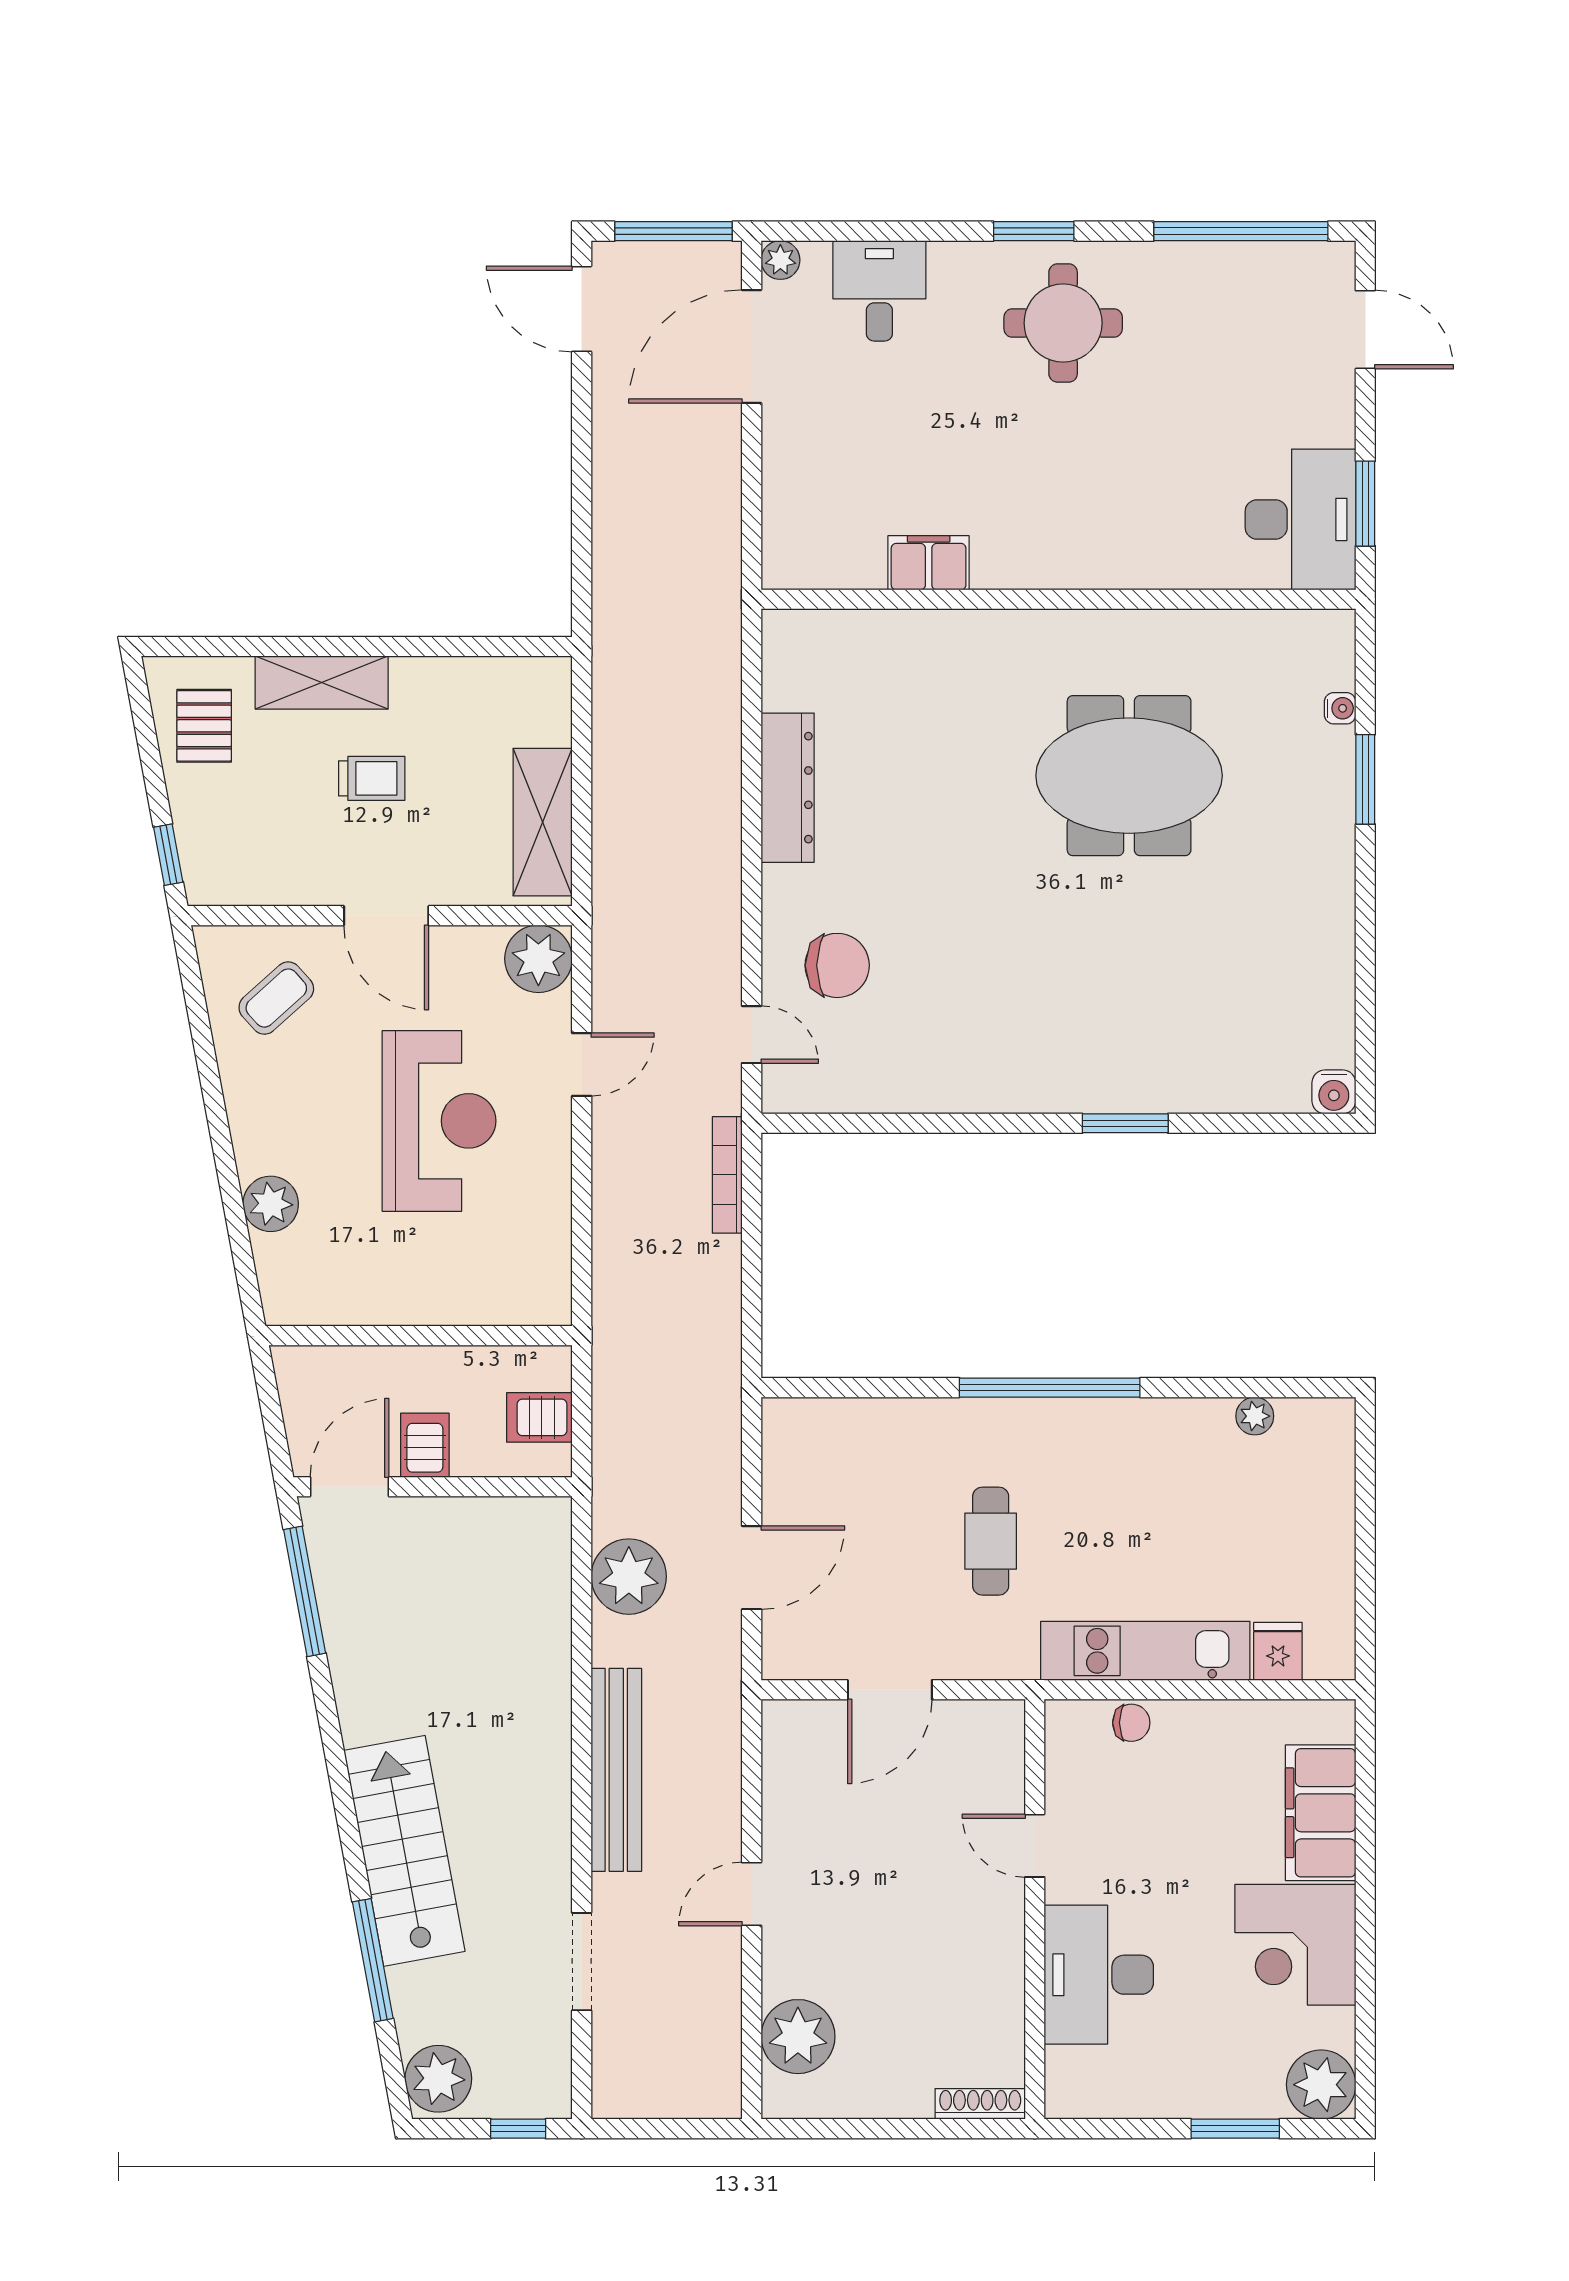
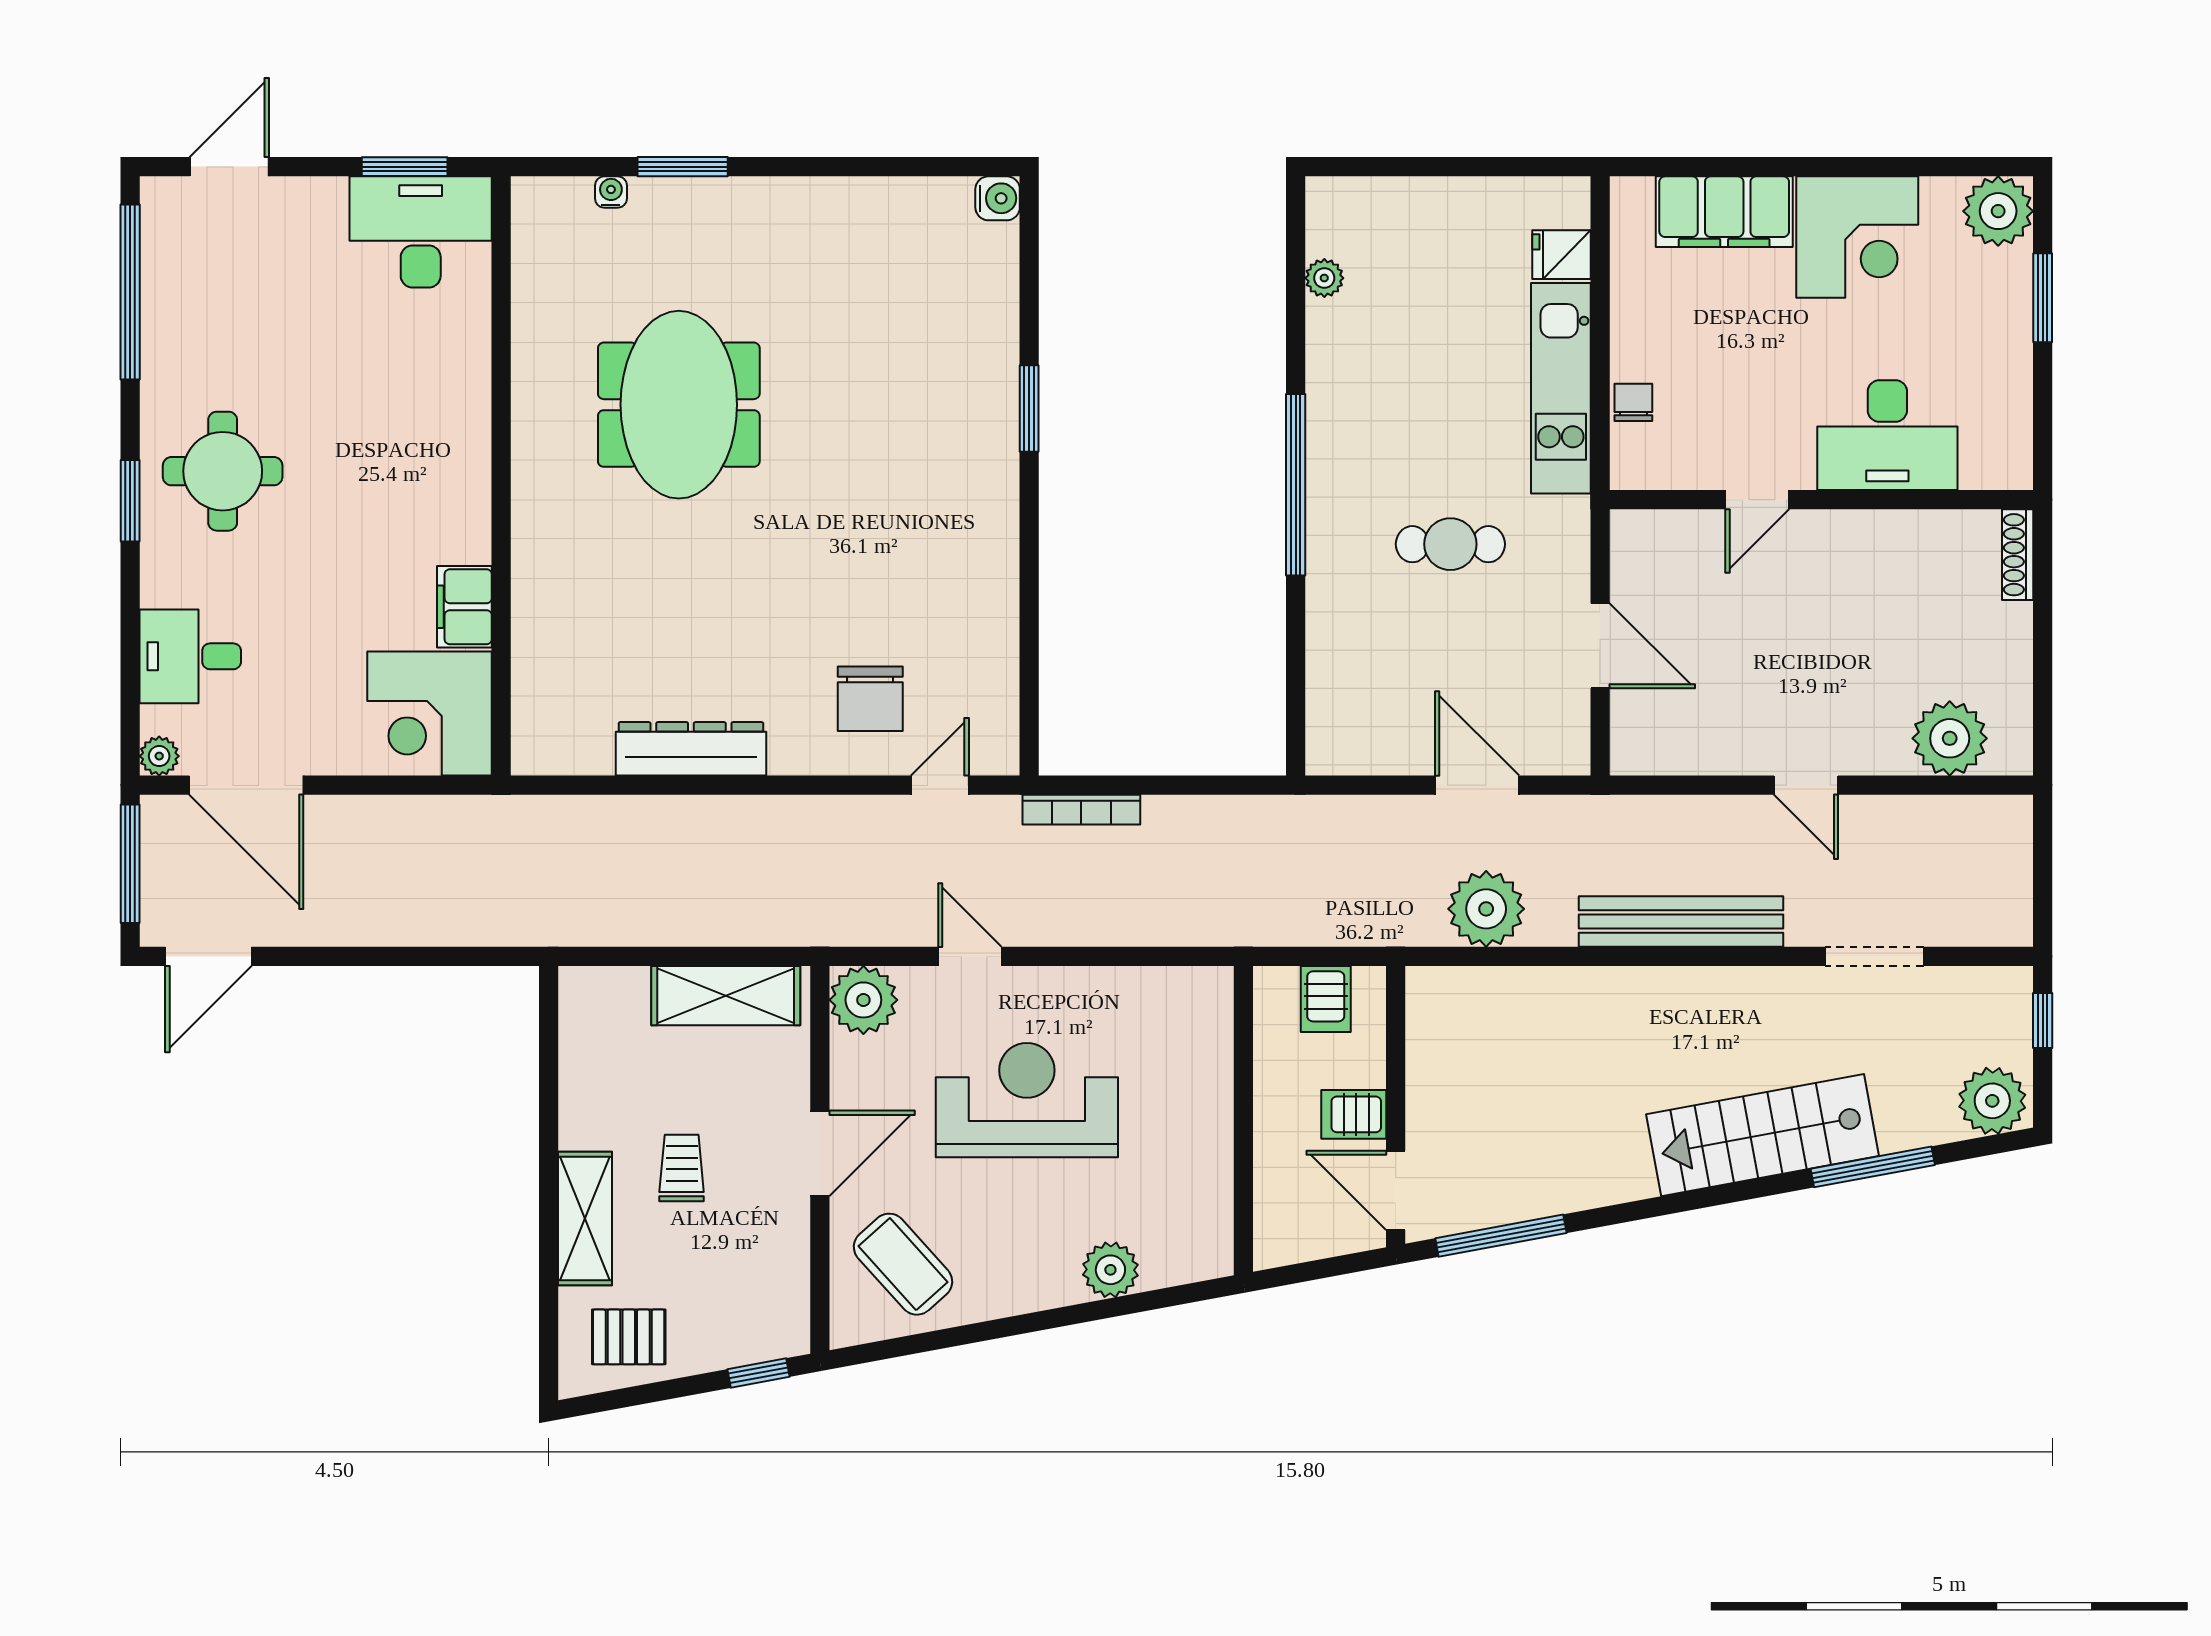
corner desk: (823, 528) -> (430, 714), added
chair: (837, 965) -> (870, 699), turned 180
coffee table: (276, 998) -> (903, 1264), width x1.36, depth x1.30

